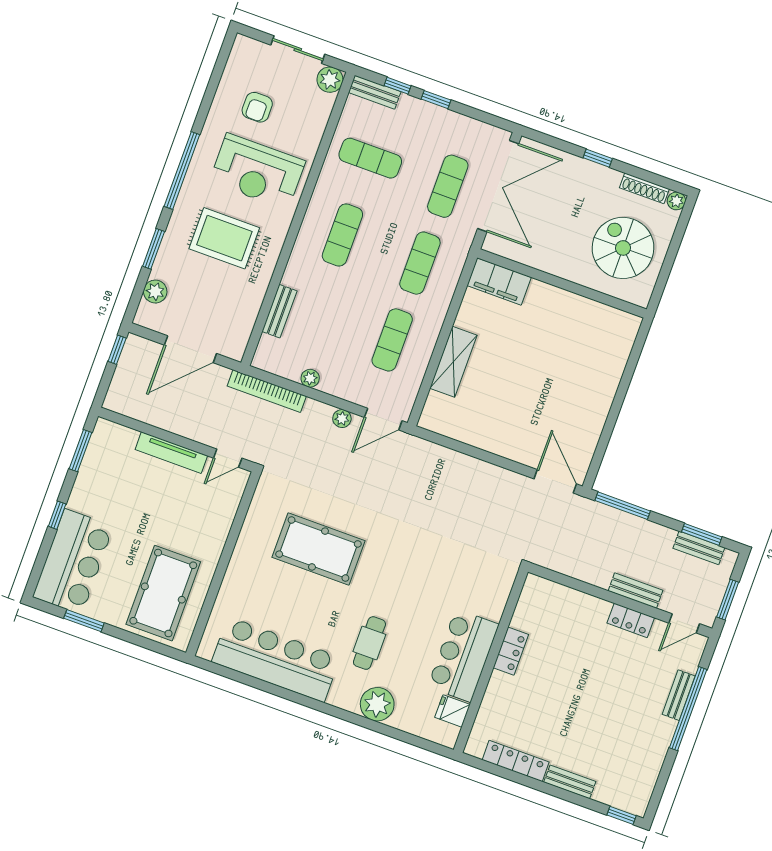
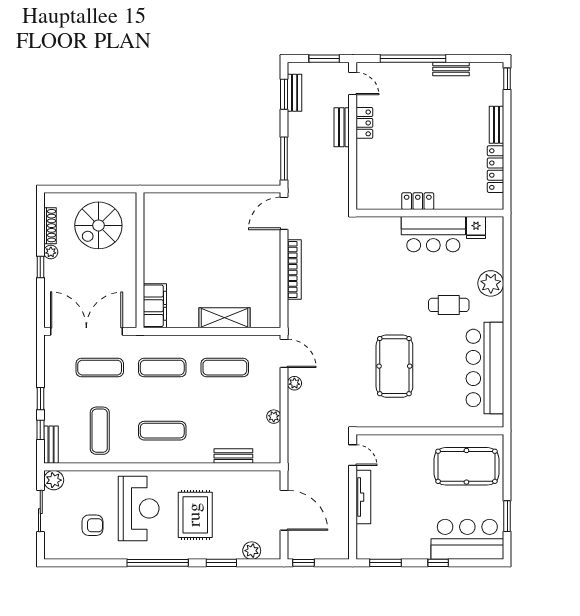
plant: (676, 201) -> (51, 252), moved
bookcase: (267, 391) -> (294, 270), moved
bench: (679, 695) -> (451, 69), moved

